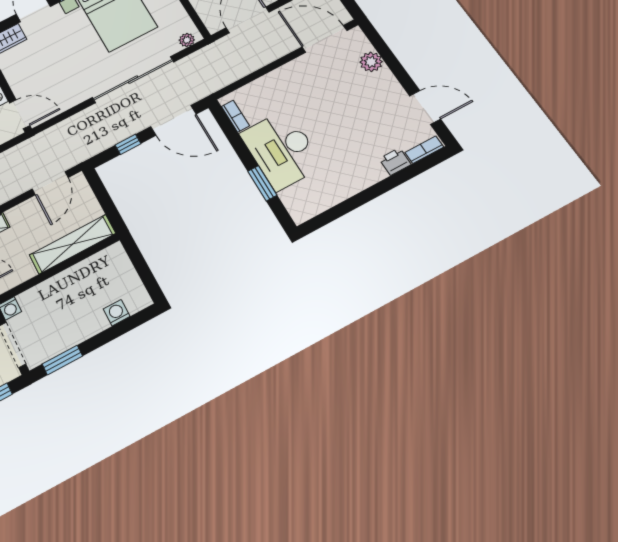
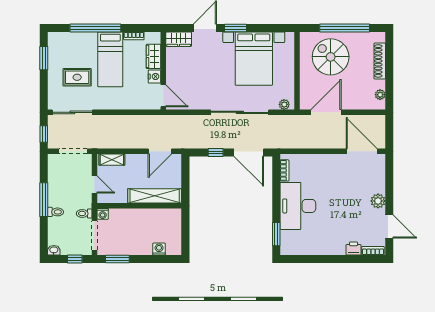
plant: (371, 62) -> (378, 201), moved
window: (262, 183) -> (276, 234), moved

